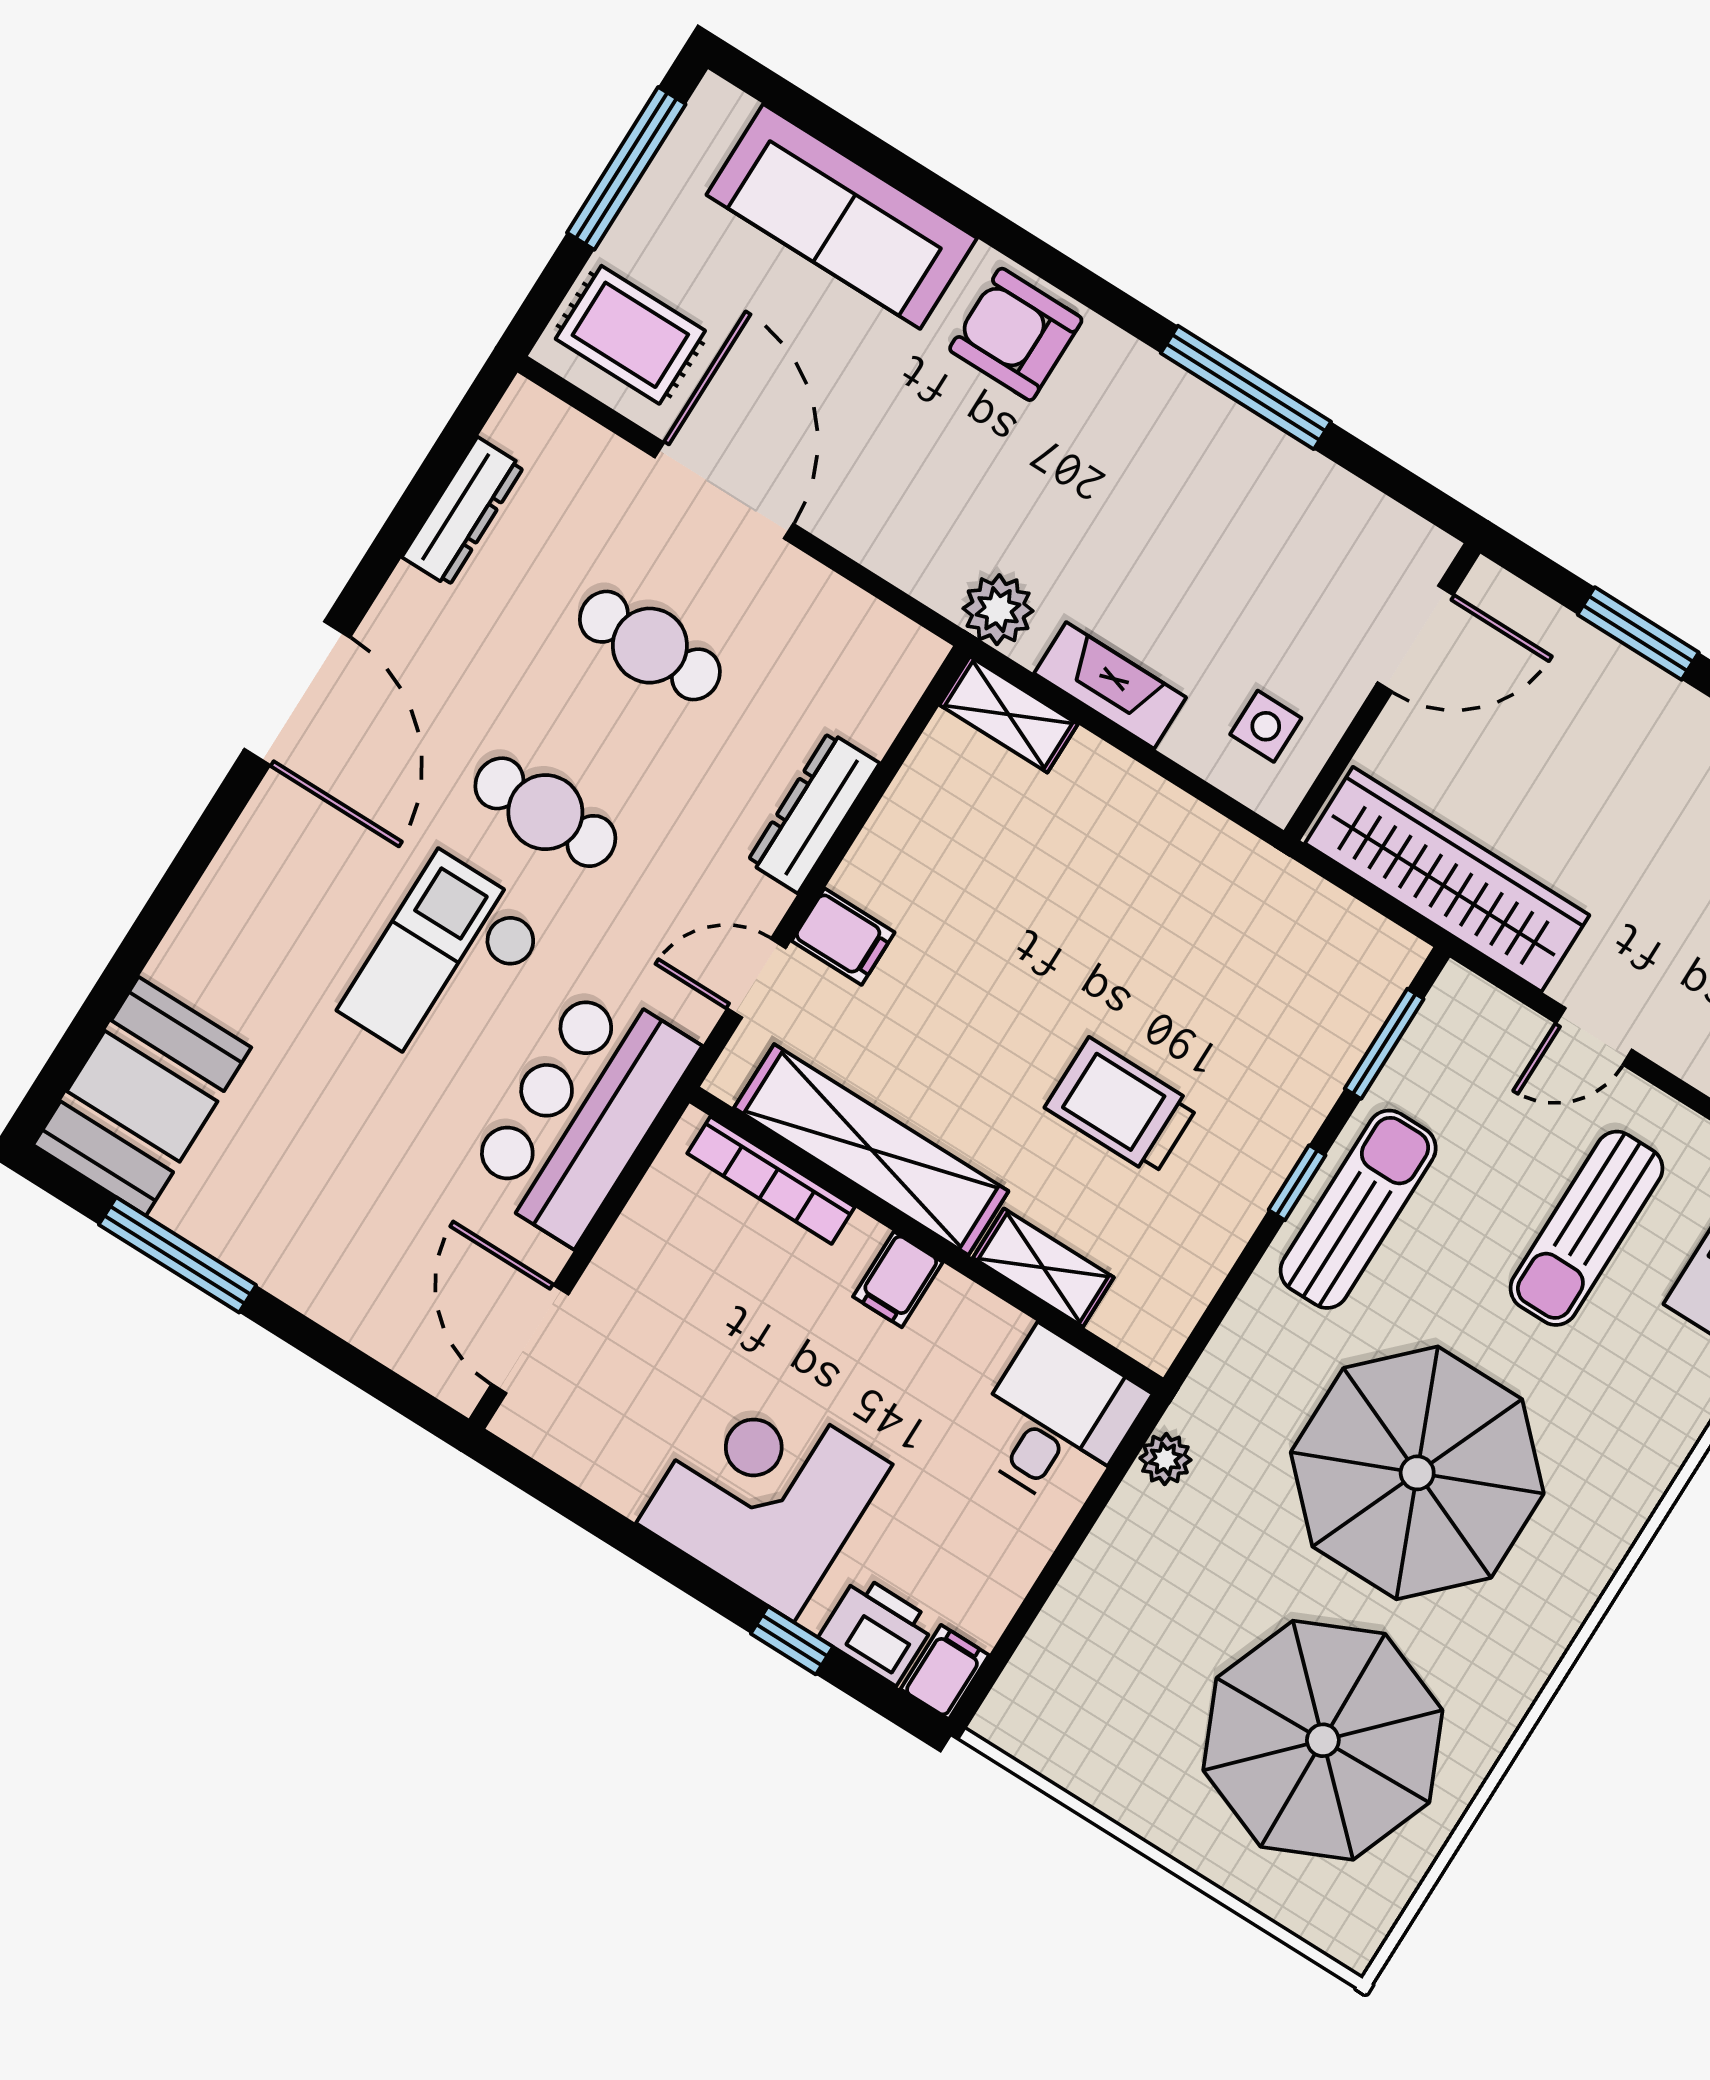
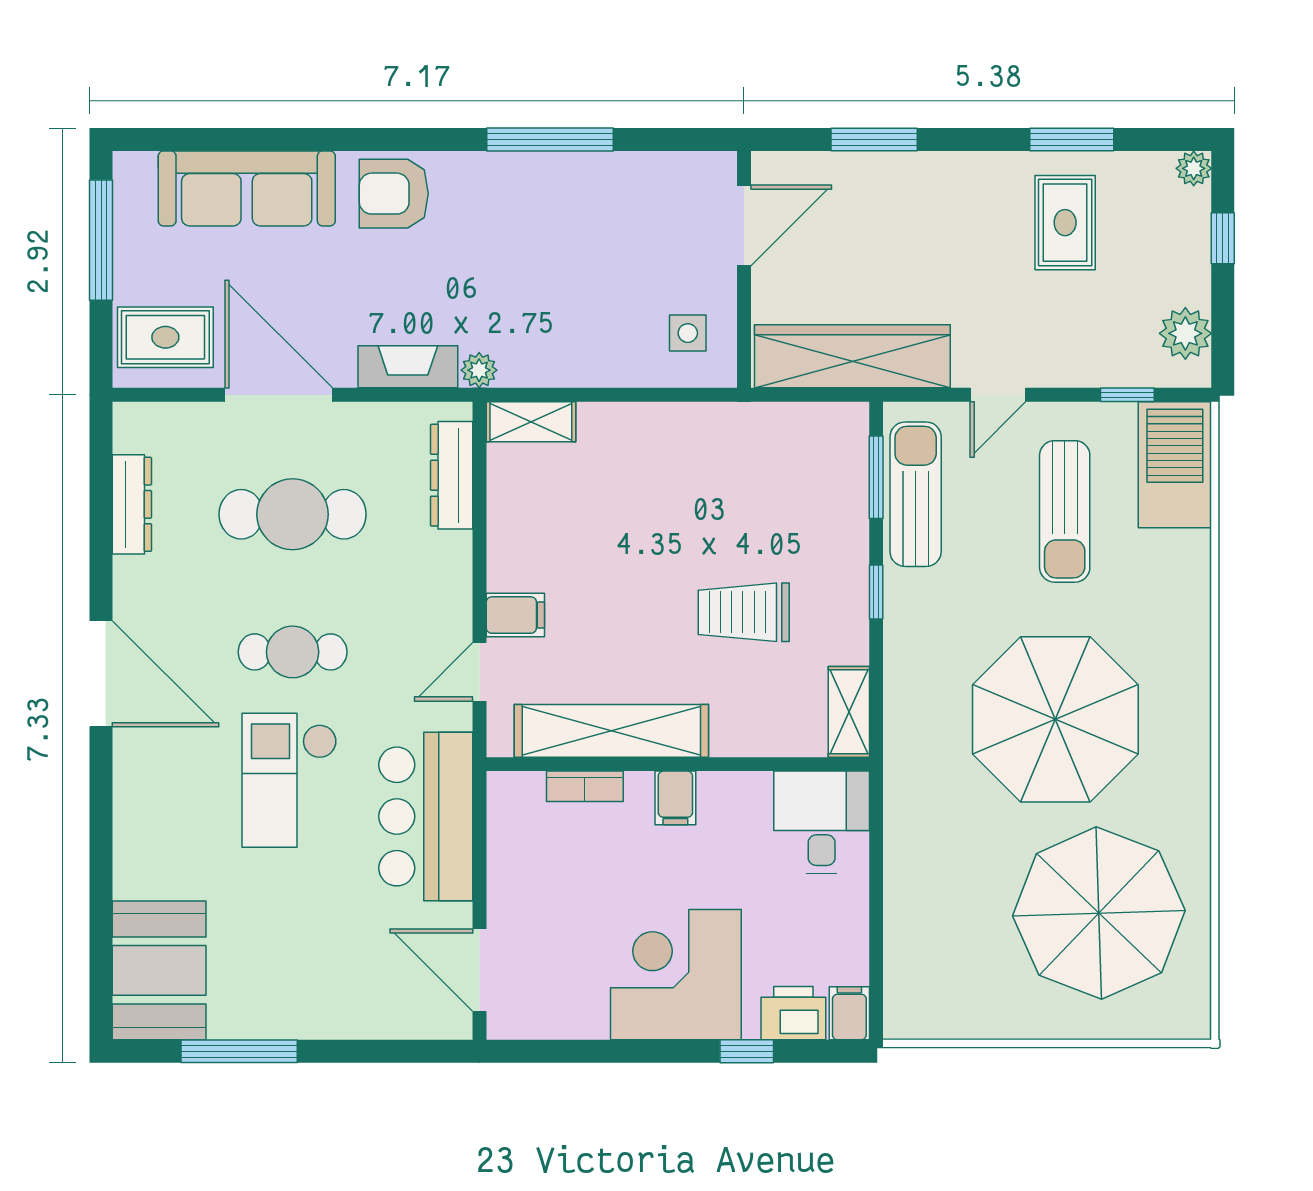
plant: (998, 610) -> (479, 370), width x0.73, depth x0.73
cafe table: (650, 646) -> (293, 514), width x1.37, depth x1.35
fireplace: (1110, 685) -> (408, 367), moved
dresser: (813, 812) -> (452, 475), moved
bookcase: (771, 1180) -> (585, 786), width x0.64
sun lounger: (1358, 1209) -> (916, 494), moved
shelving: (1043, 1268) -> (849, 712), moved, turned 90
plant: (1165, 1459) -> (901, 805), removed

